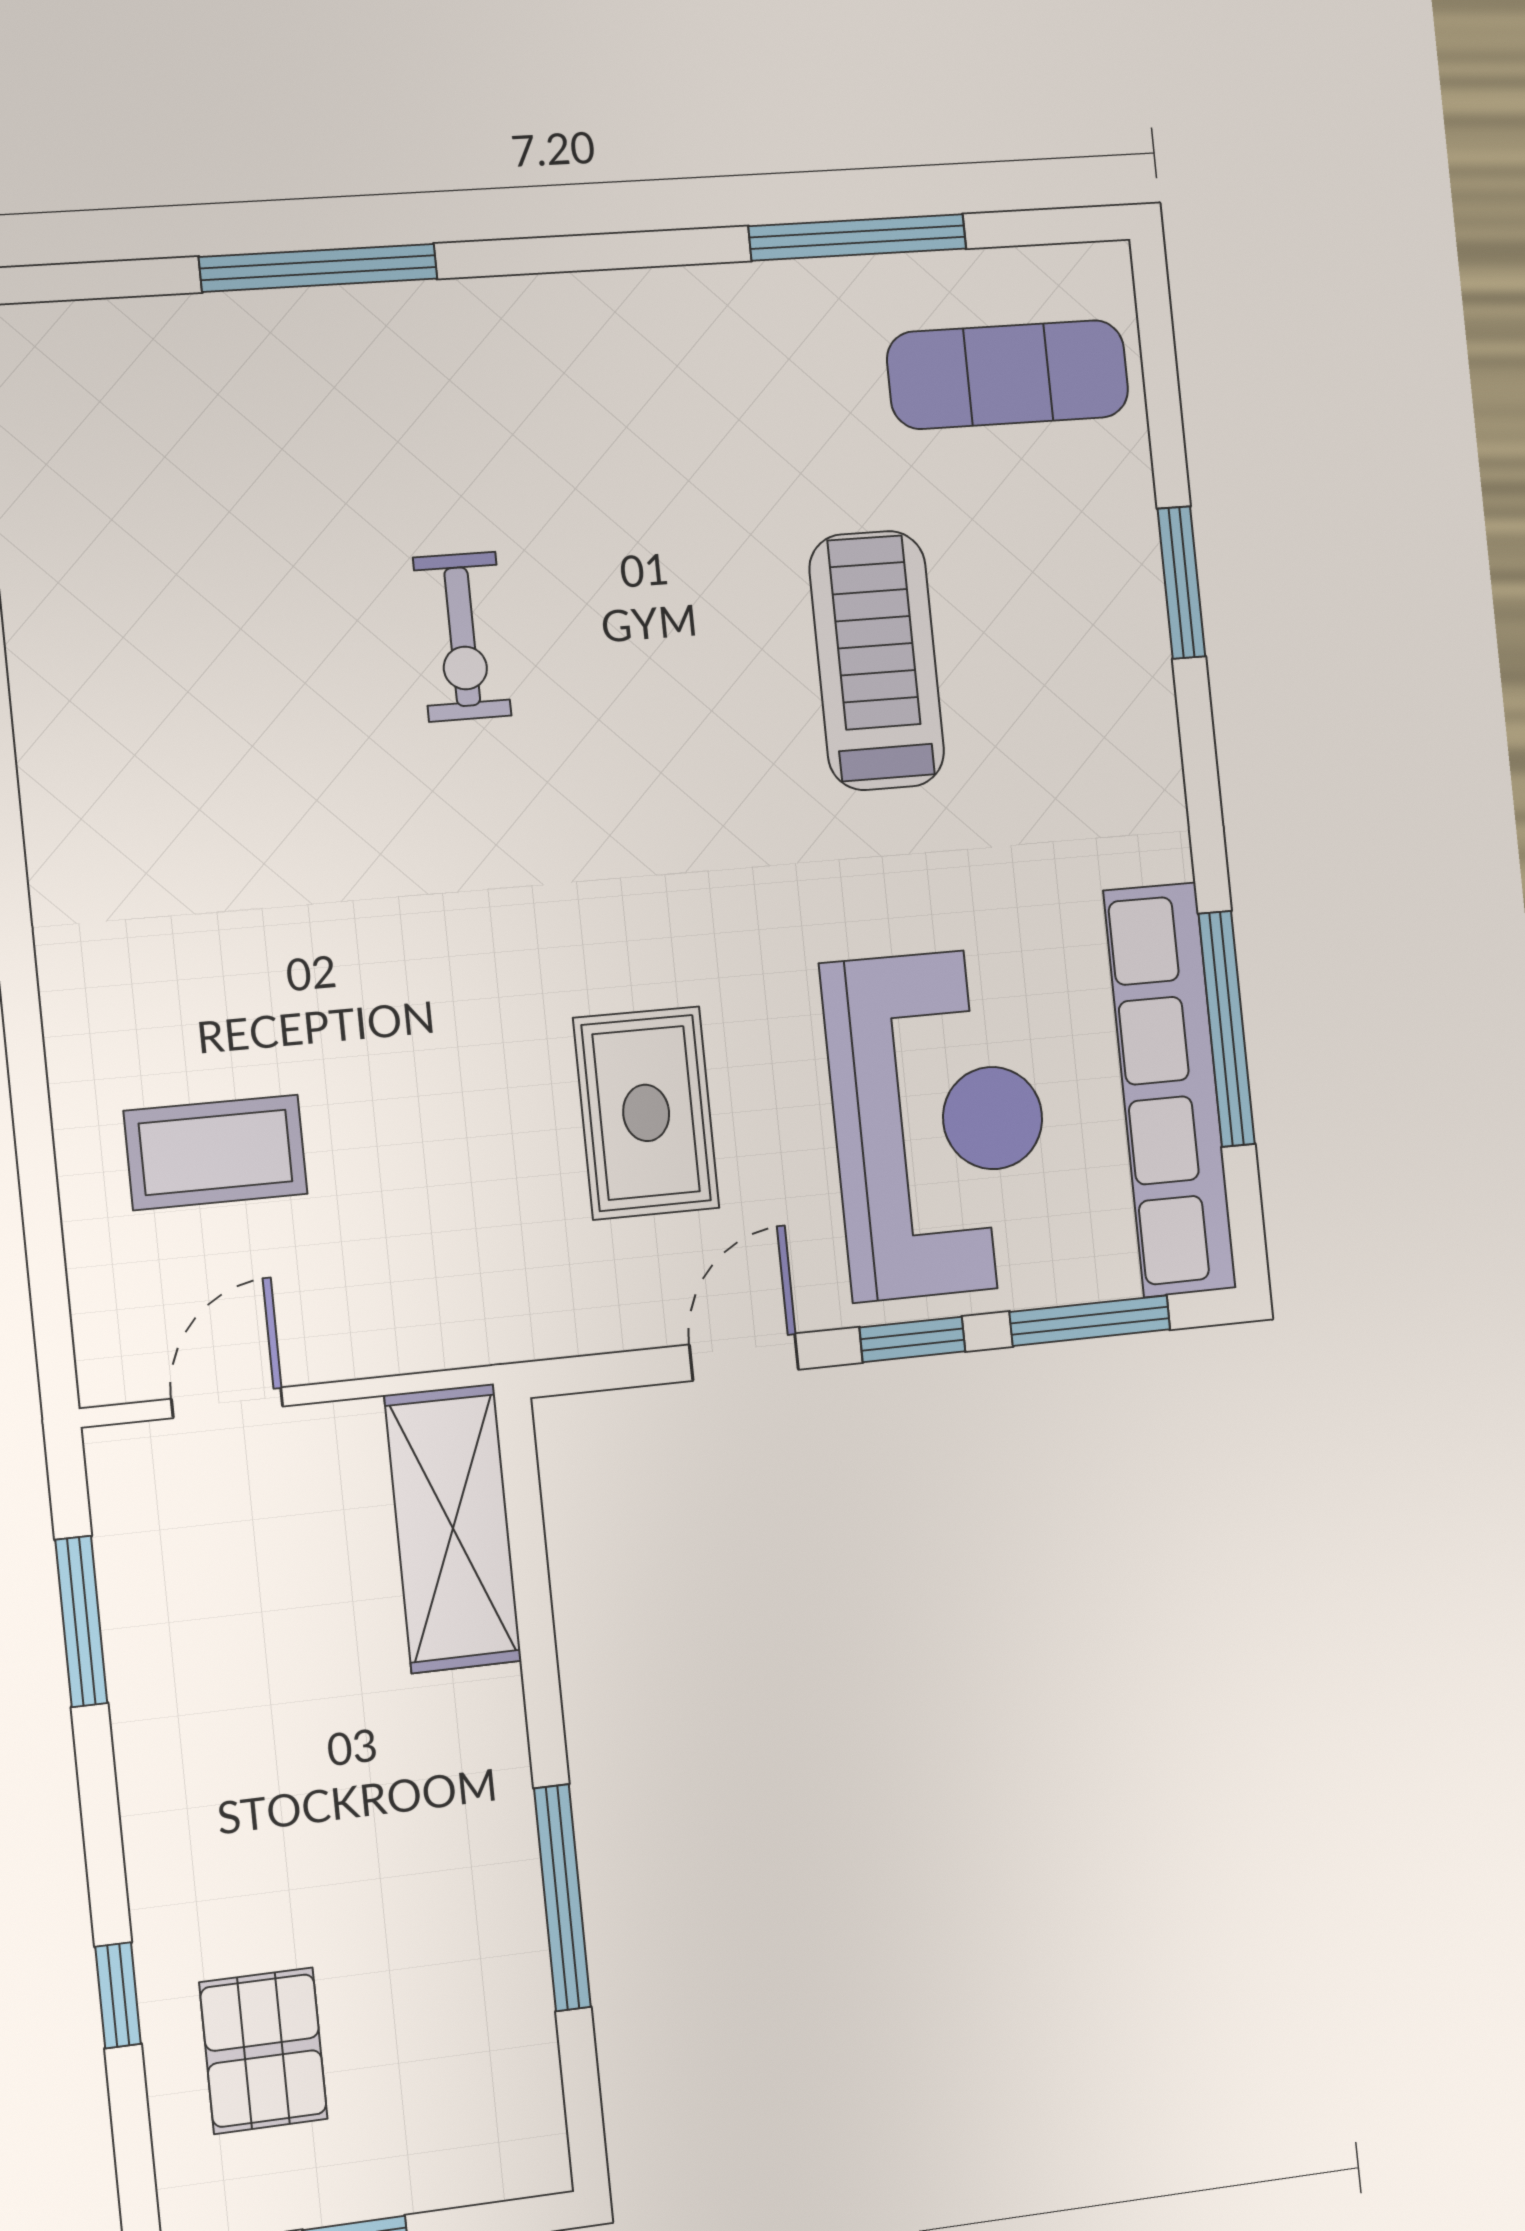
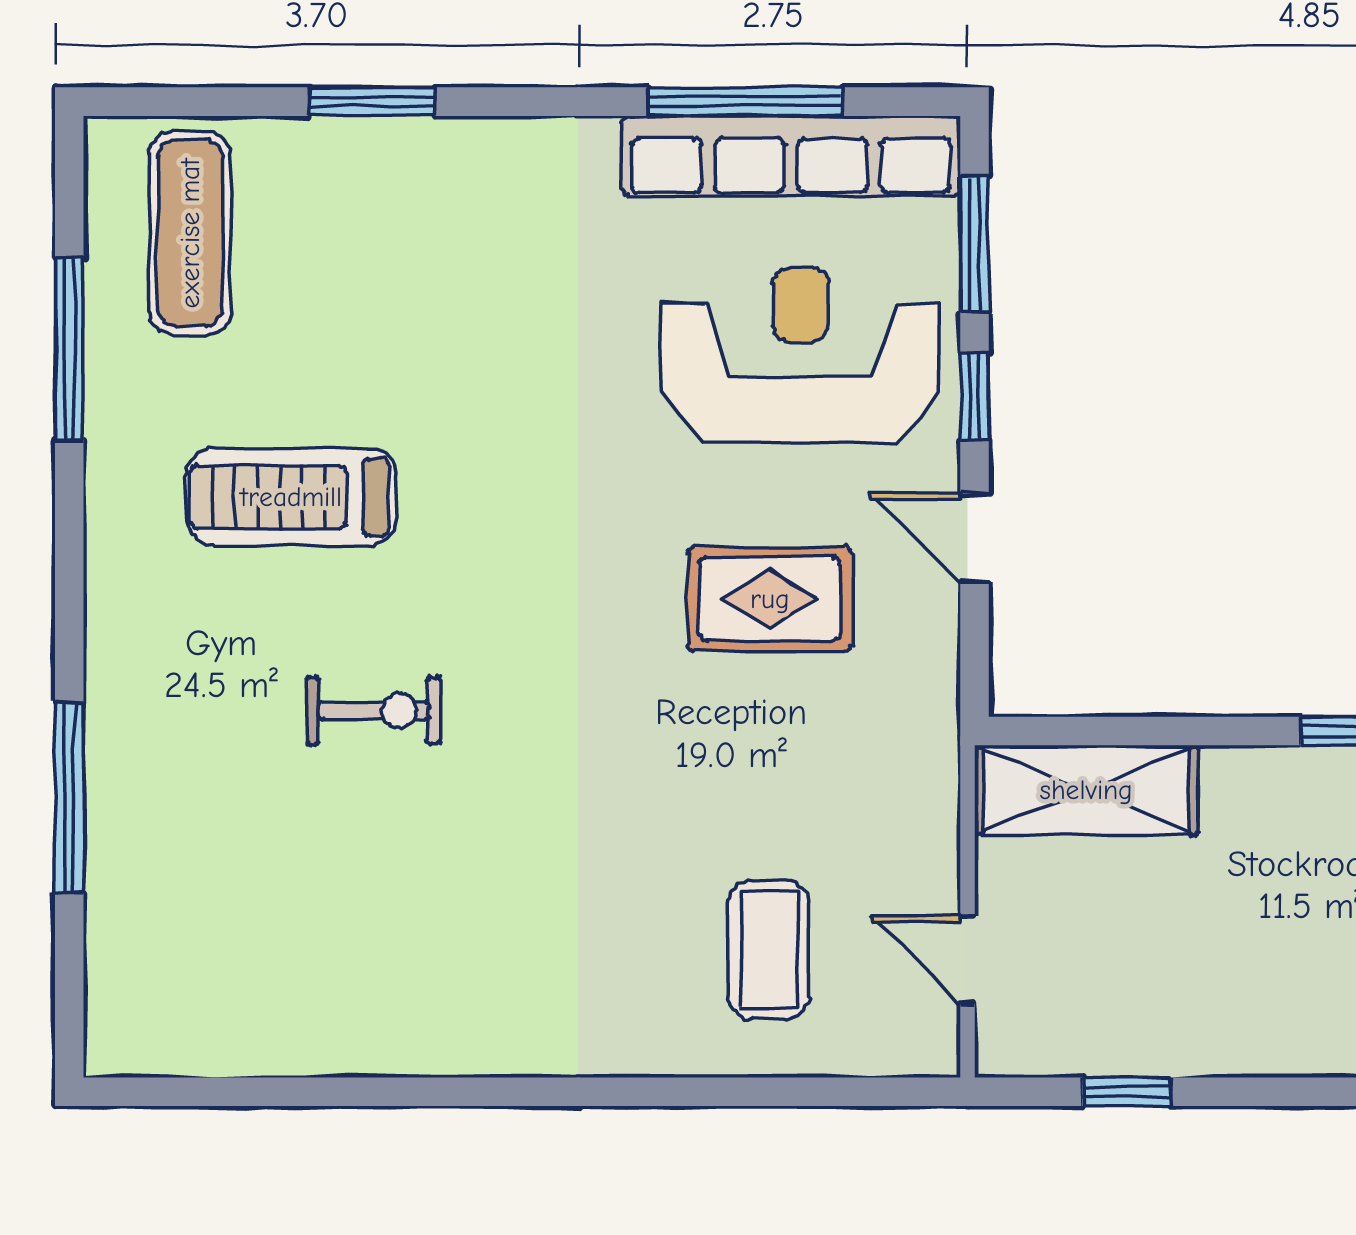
treadmill: (877, 660) -> (291, 497), moved
window: (81, 1621) -> (1127, 1092), width x0.67

